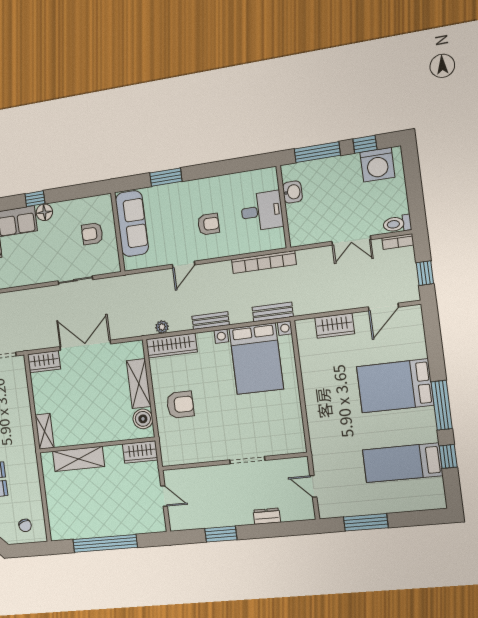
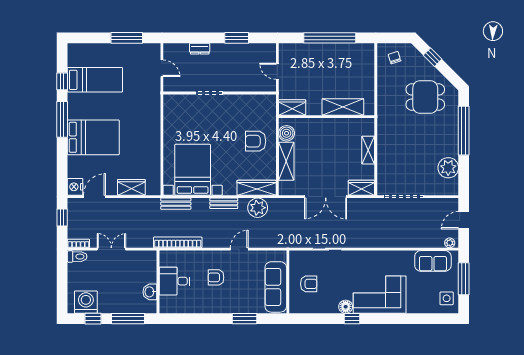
nightstand: (412, 317) -> (75, 187), added
plant: (162, 327) -> (258, 208), width x1.88, depth x1.88
shelving: (45, 431) -> (368, 150), moved

